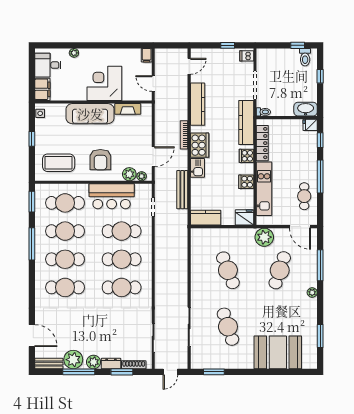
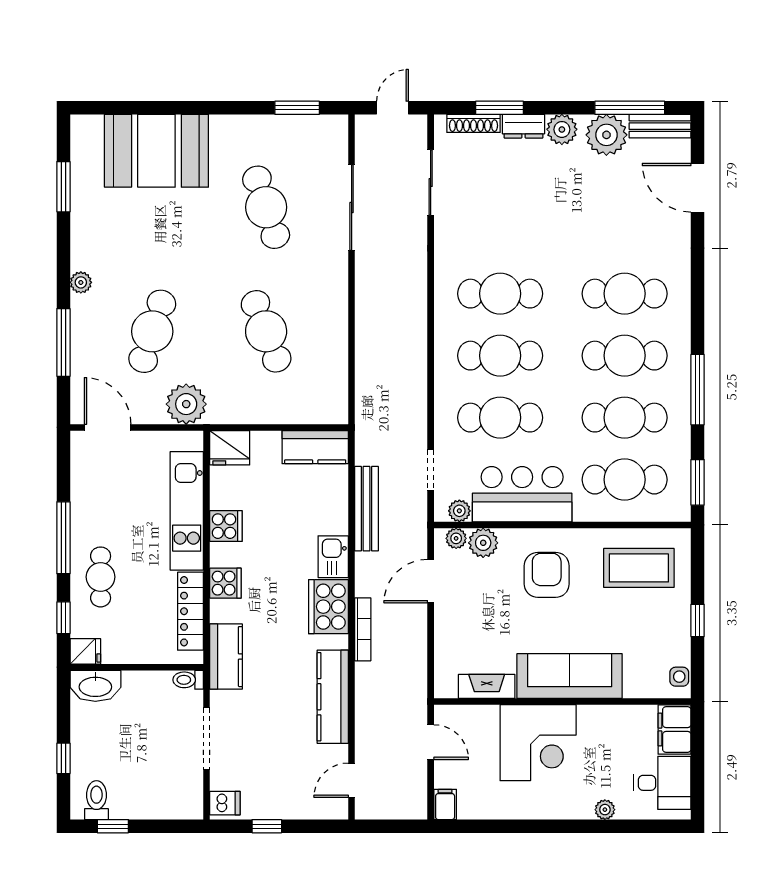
kitchen counter: (246, 122) -> (226, 657), width x0.67
plant: (140, 189) -> (459, 511), added
cafe table: (304, 196) -> (101, 577), moved
window: (79, 372) -> (630, 108), moved

